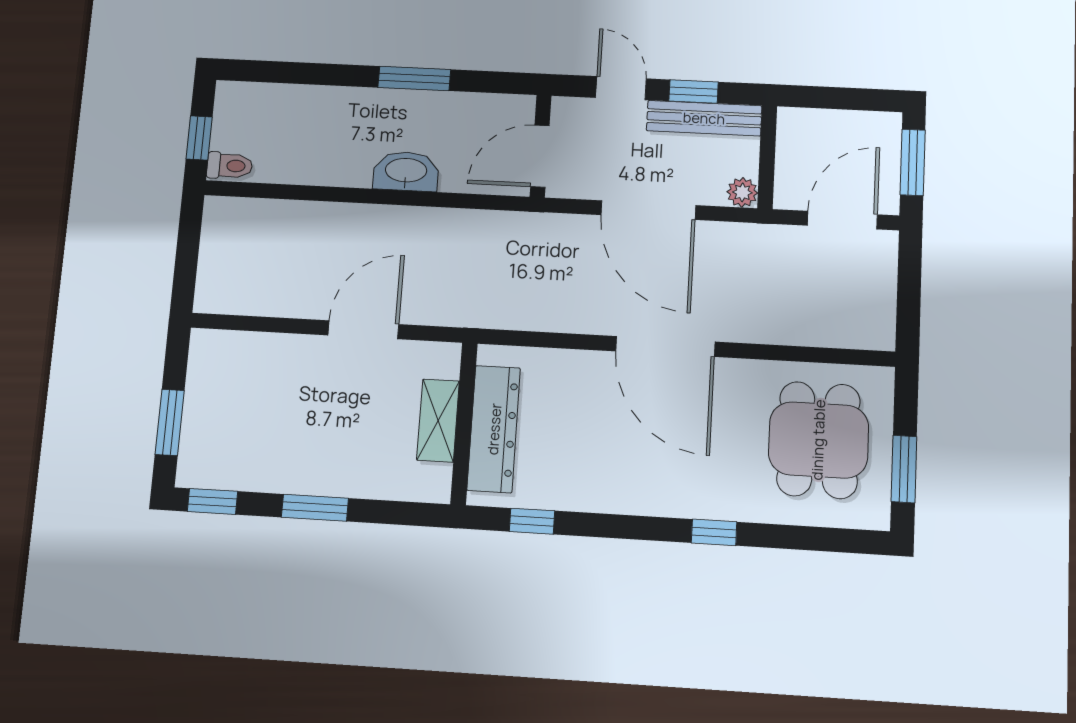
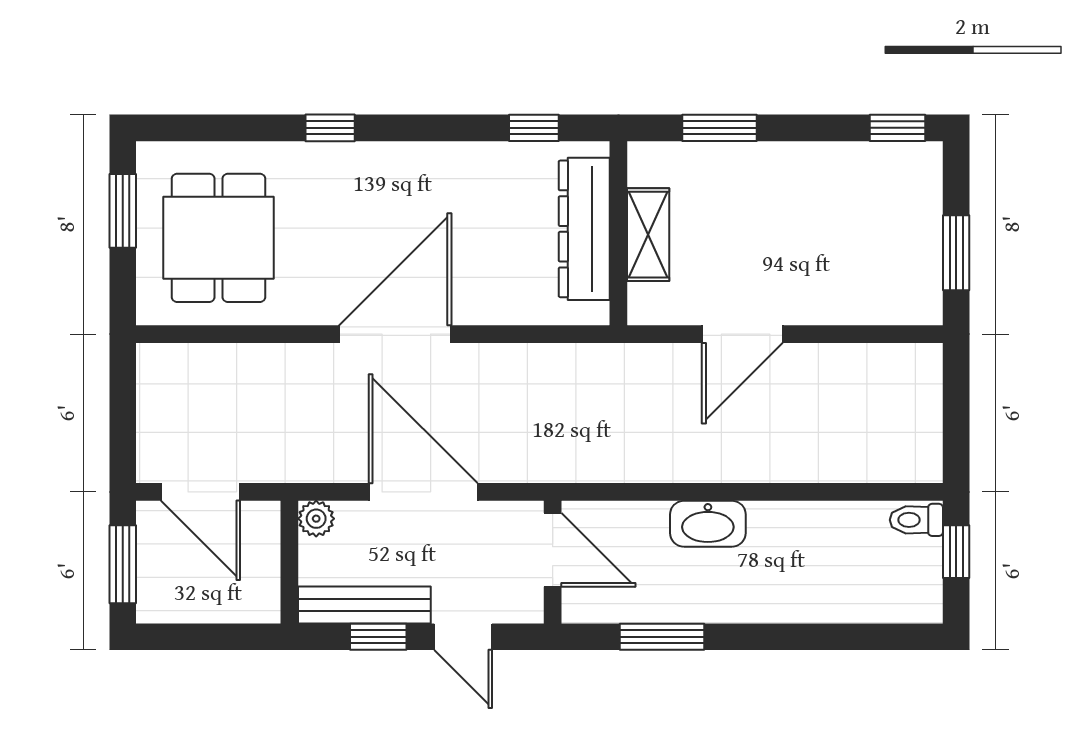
window: (414, 78) -> (662, 637), moved
door: (540, 156) -> (553, 550), hinge flipped
door: (842, 220) -> (201, 492), hinge flipped
door: (665, 347) -> (395, 334), hinge flipped
window: (170, 422) -> (956, 253), moved
window: (315, 508) -> (720, 128), moved

